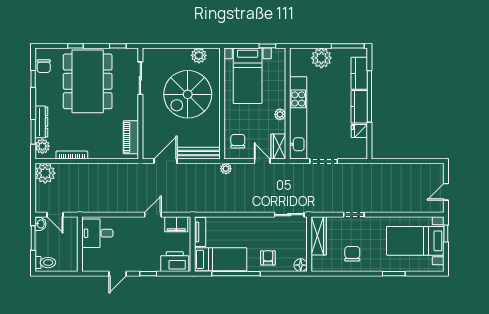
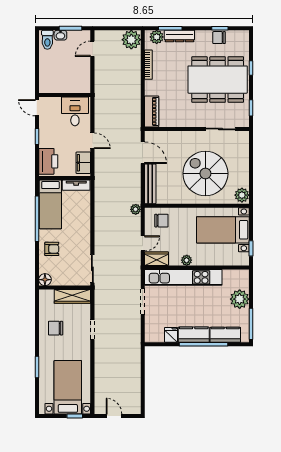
plant: (199, 55) -> (242, 195), moved
chair: (44, 66) -> (219, 38), moved
piano: (131, 137) -> (152, 111), moved, turned 90
washbasin: (40, 224) -> (60, 35), moved
desk: (97, 233) -> (75, 111), moved
wall: (80, 244) -> (65, 95), moved
chair: (352, 254) -> (56, 328), turned 180

